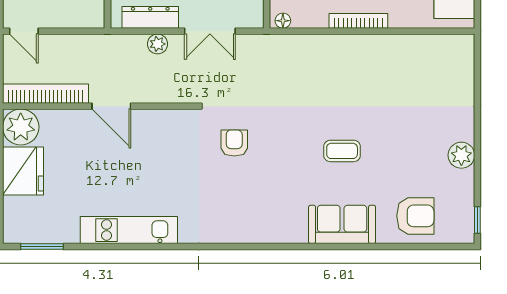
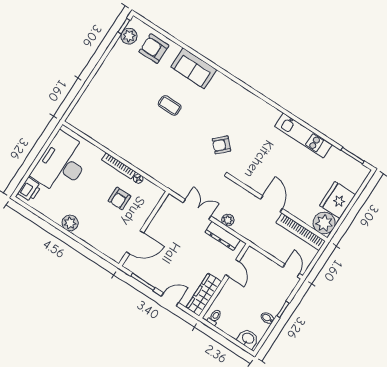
floor lamp: (283, 21) -> (138, 179), moved
armchair: (234, 143) -> (222, 145), turned 46
plant: (461, 155) -> (129, 36), moved

